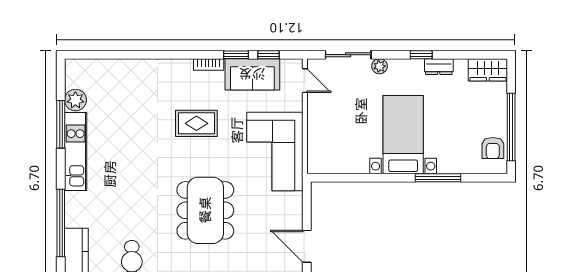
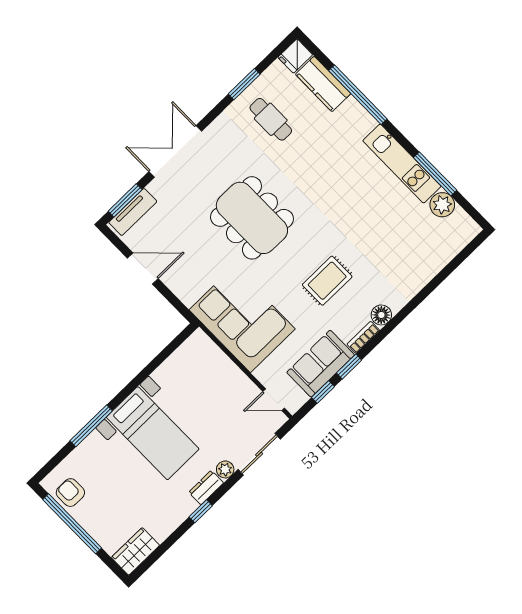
dresser: (439, 67) -> (206, 488), moved
floor lamp: (183, 68) -> (381, 315), added

